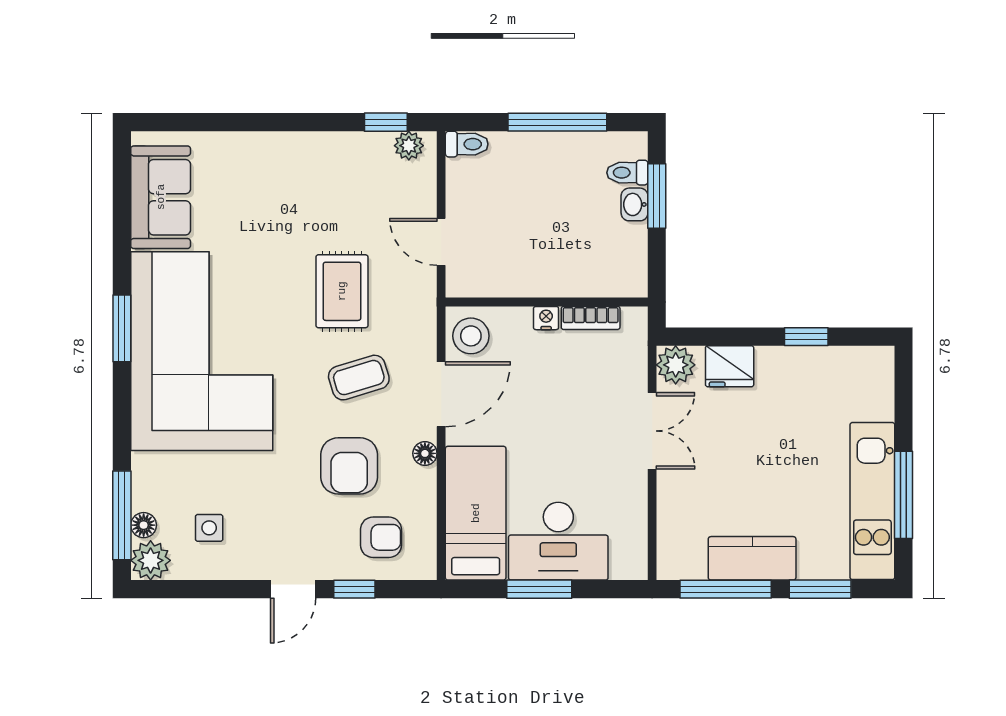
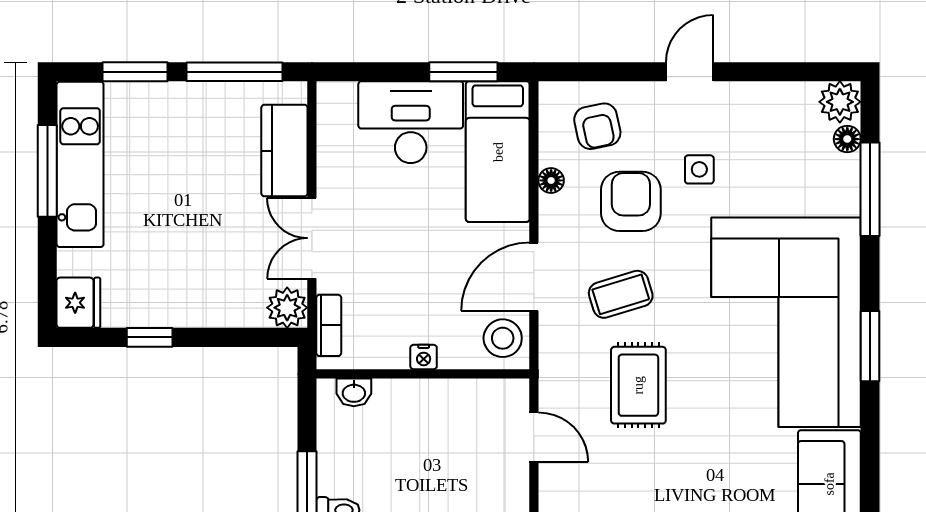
washbasin: (635, 204) -> (354, 392), moved, turned 90
bookcase: (591, 318) -> (329, 325), moved, turned 90
fridge: (730, 366) -> (78, 303), moved, turned 90
floor lamp: (425, 453) -> (551, 180), moved
window: (122, 515) -> (870, 189), moved
side table: (209, 528) -> (699, 169), moved
armchair: (381, 537) -> (597, 126), turned -102
kitchen counter: (752, 558) -> (284, 151), moved, turned 90
window: (354, 589) -> (625, 72), removed
window: (539, 589) -> (463, 72), moved

